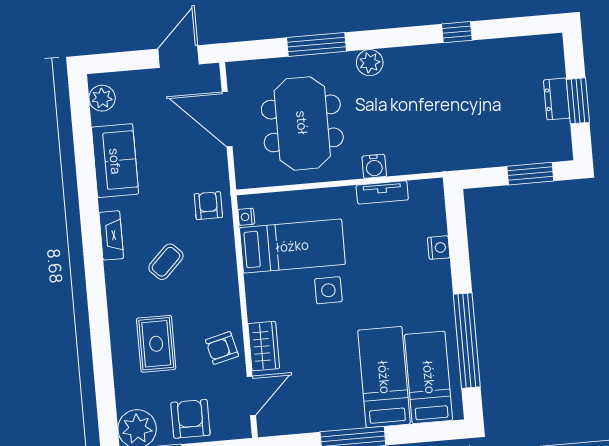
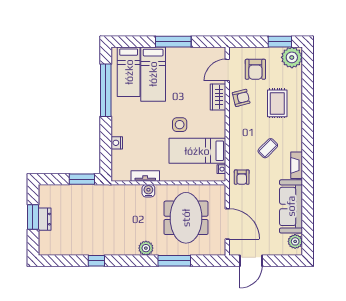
sofa: (115, 161) -> (291, 206), width x1.36
window: (530, 174) -> (82, 179), moved
armchair: (190, 419) -> (255, 69), moved

